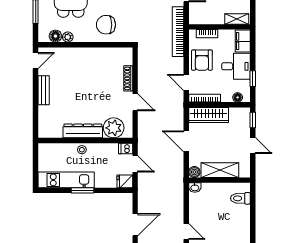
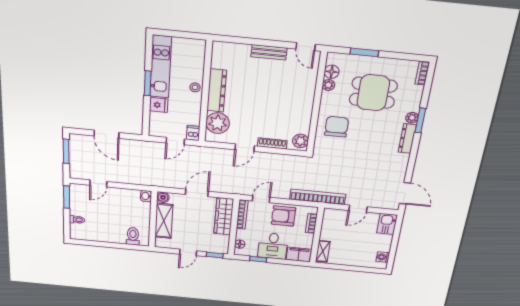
plant: (123, 54) -> (300, 141), added
fridge: (125, 181) -> (159, 105), moved, turned 90

